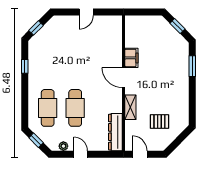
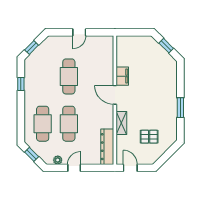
cafe table: (75, 58) -> (69, 76), added
window: (192, 66) -> (180, 108), moved
door: (81, 154) -> (74, 168), hinge flipped

